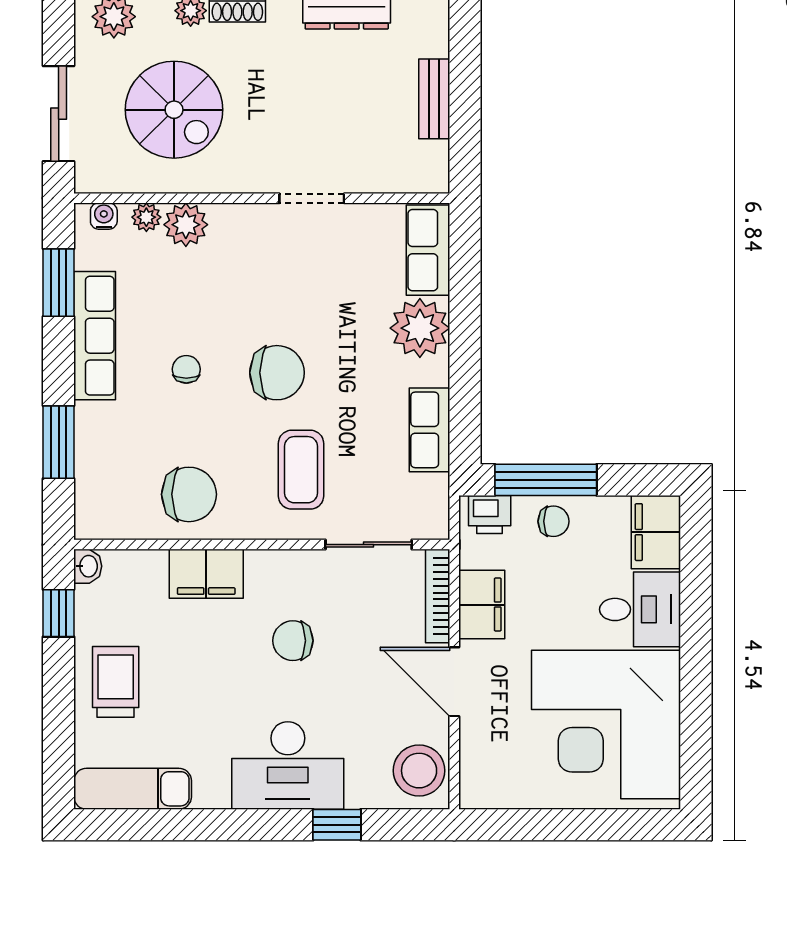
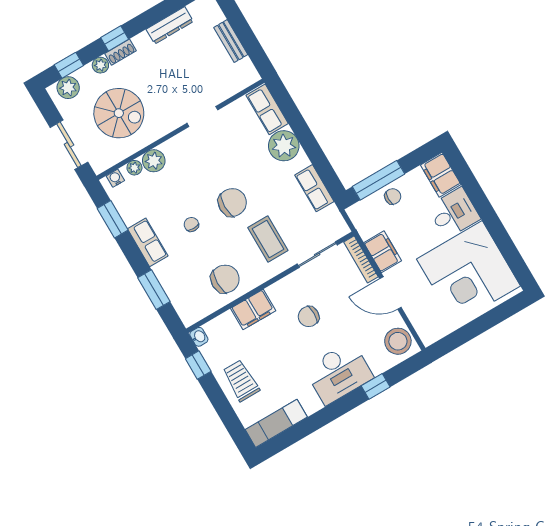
row of seats: (95, 336) -> (148, 242), width x0.68
printer: (490, 514) -> (363, 210), removed

